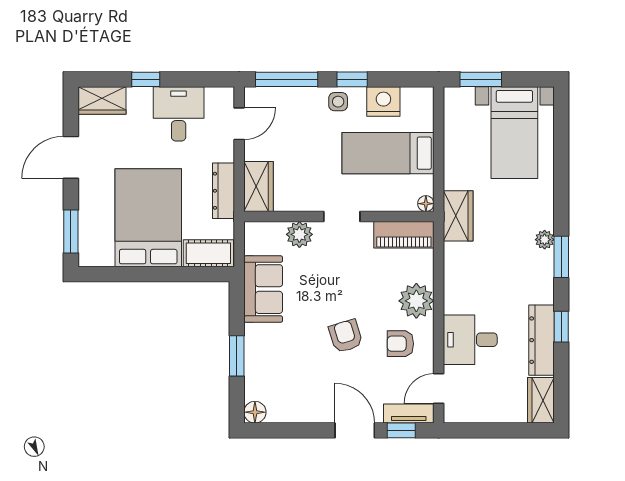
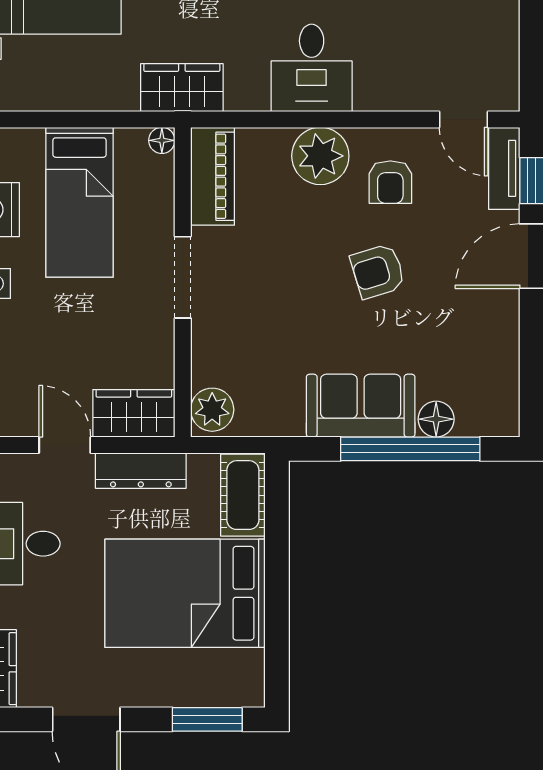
door: (239, 124) -> (65, 445), moved
doorway: (342, 216) -> (183, 277), width x1.38
plant: (299, 234) -> (212, 410), moved
sofa: (263, 289) -> (361, 406), moved
desk: (470, 340) -> (312, 68), moved
window: (237, 356) -> (410, 449), width x2.11
floor lamp: (255, 412) -> (436, 419), moved

